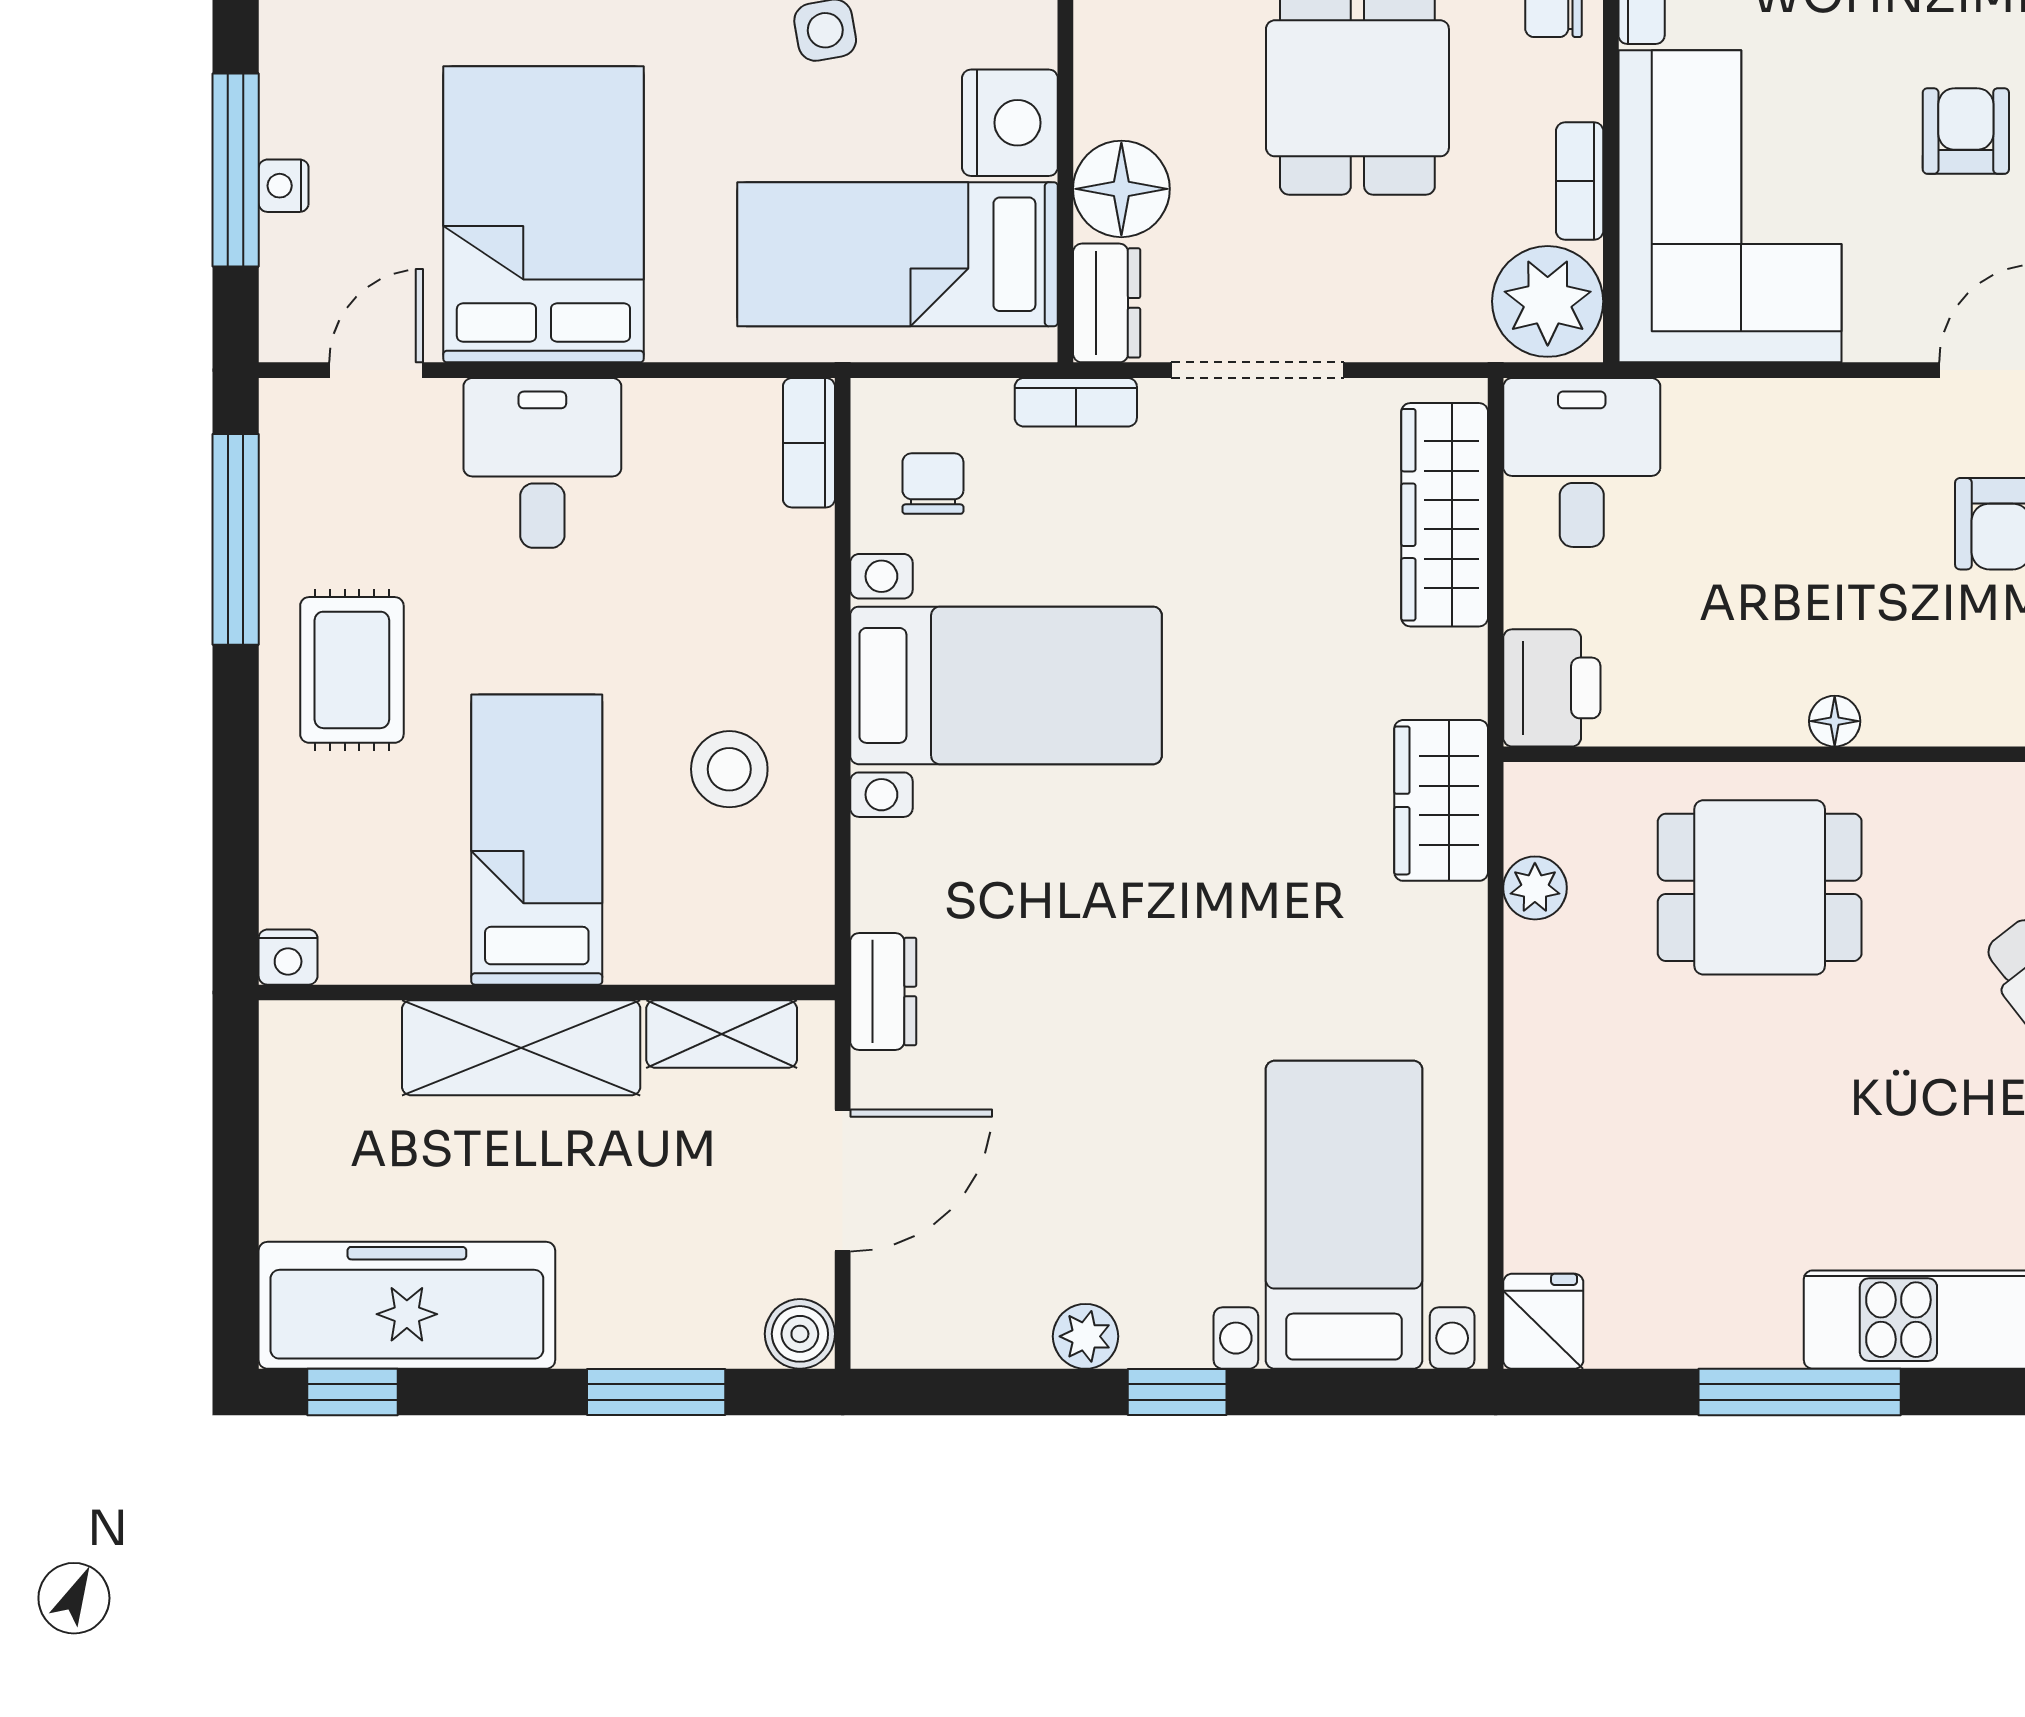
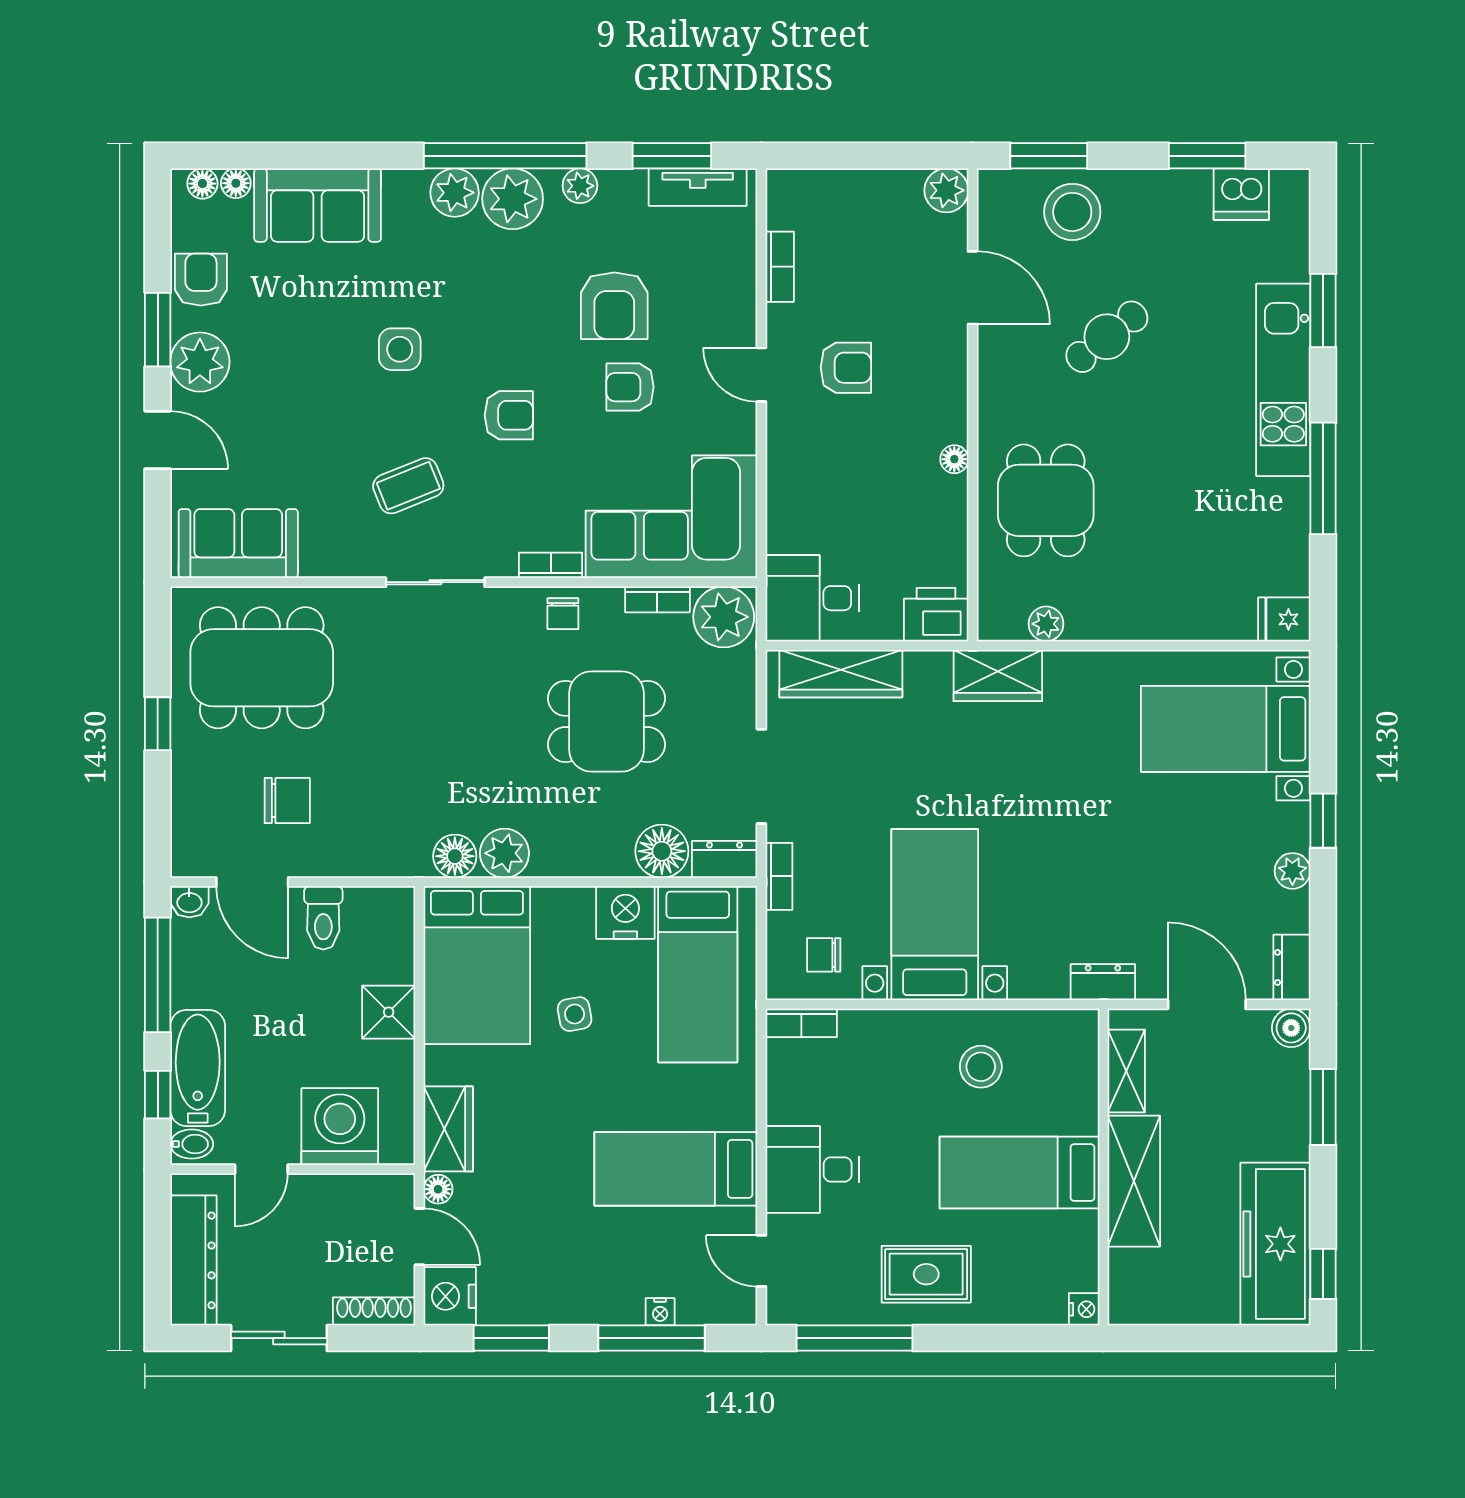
bed: (543, 214) -> (676, 1169), width x0.67
dresser: (910, 1335) -> (1292, 967), added

